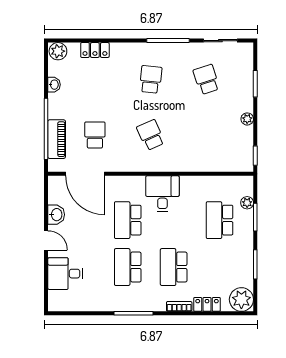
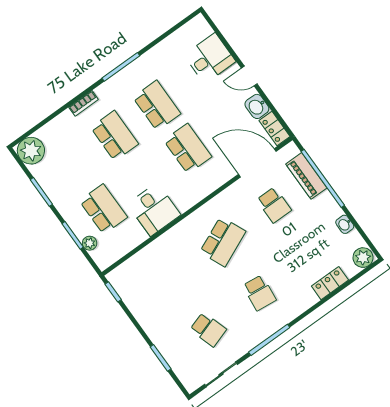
plant: (247, 119) -> (145, 320), removed
school desk: (151, 135) -> (223, 242), width x1.85
desk: (162, 194) -> (154, 209), moved
locker: (207, 304) -> (275, 129), moved, turned 90

